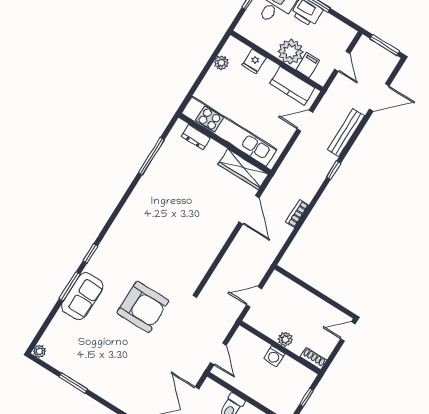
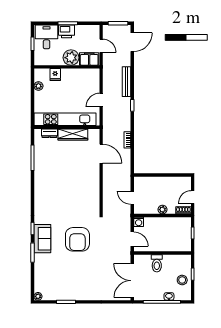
filing cabinet: (308, 65) -> (89, 59), width x2.00
kitchen counter: (292, 86) -> (83, 75), removed
door: (379, 97) -> (132, 42), moved
door: (305, 121) -> (101, 100), moved
wardrobe: (243, 169) -> (73, 134), moved
sofa: (82, 296) -> (42, 239), moved
door: (254, 297) -> (132, 198), hinge flipped
armchair: (143, 307) -> (77, 239), turned 90
door: (348, 331) -> (193, 197), moved
washing machine: (274, 356) -> (139, 222), moved

